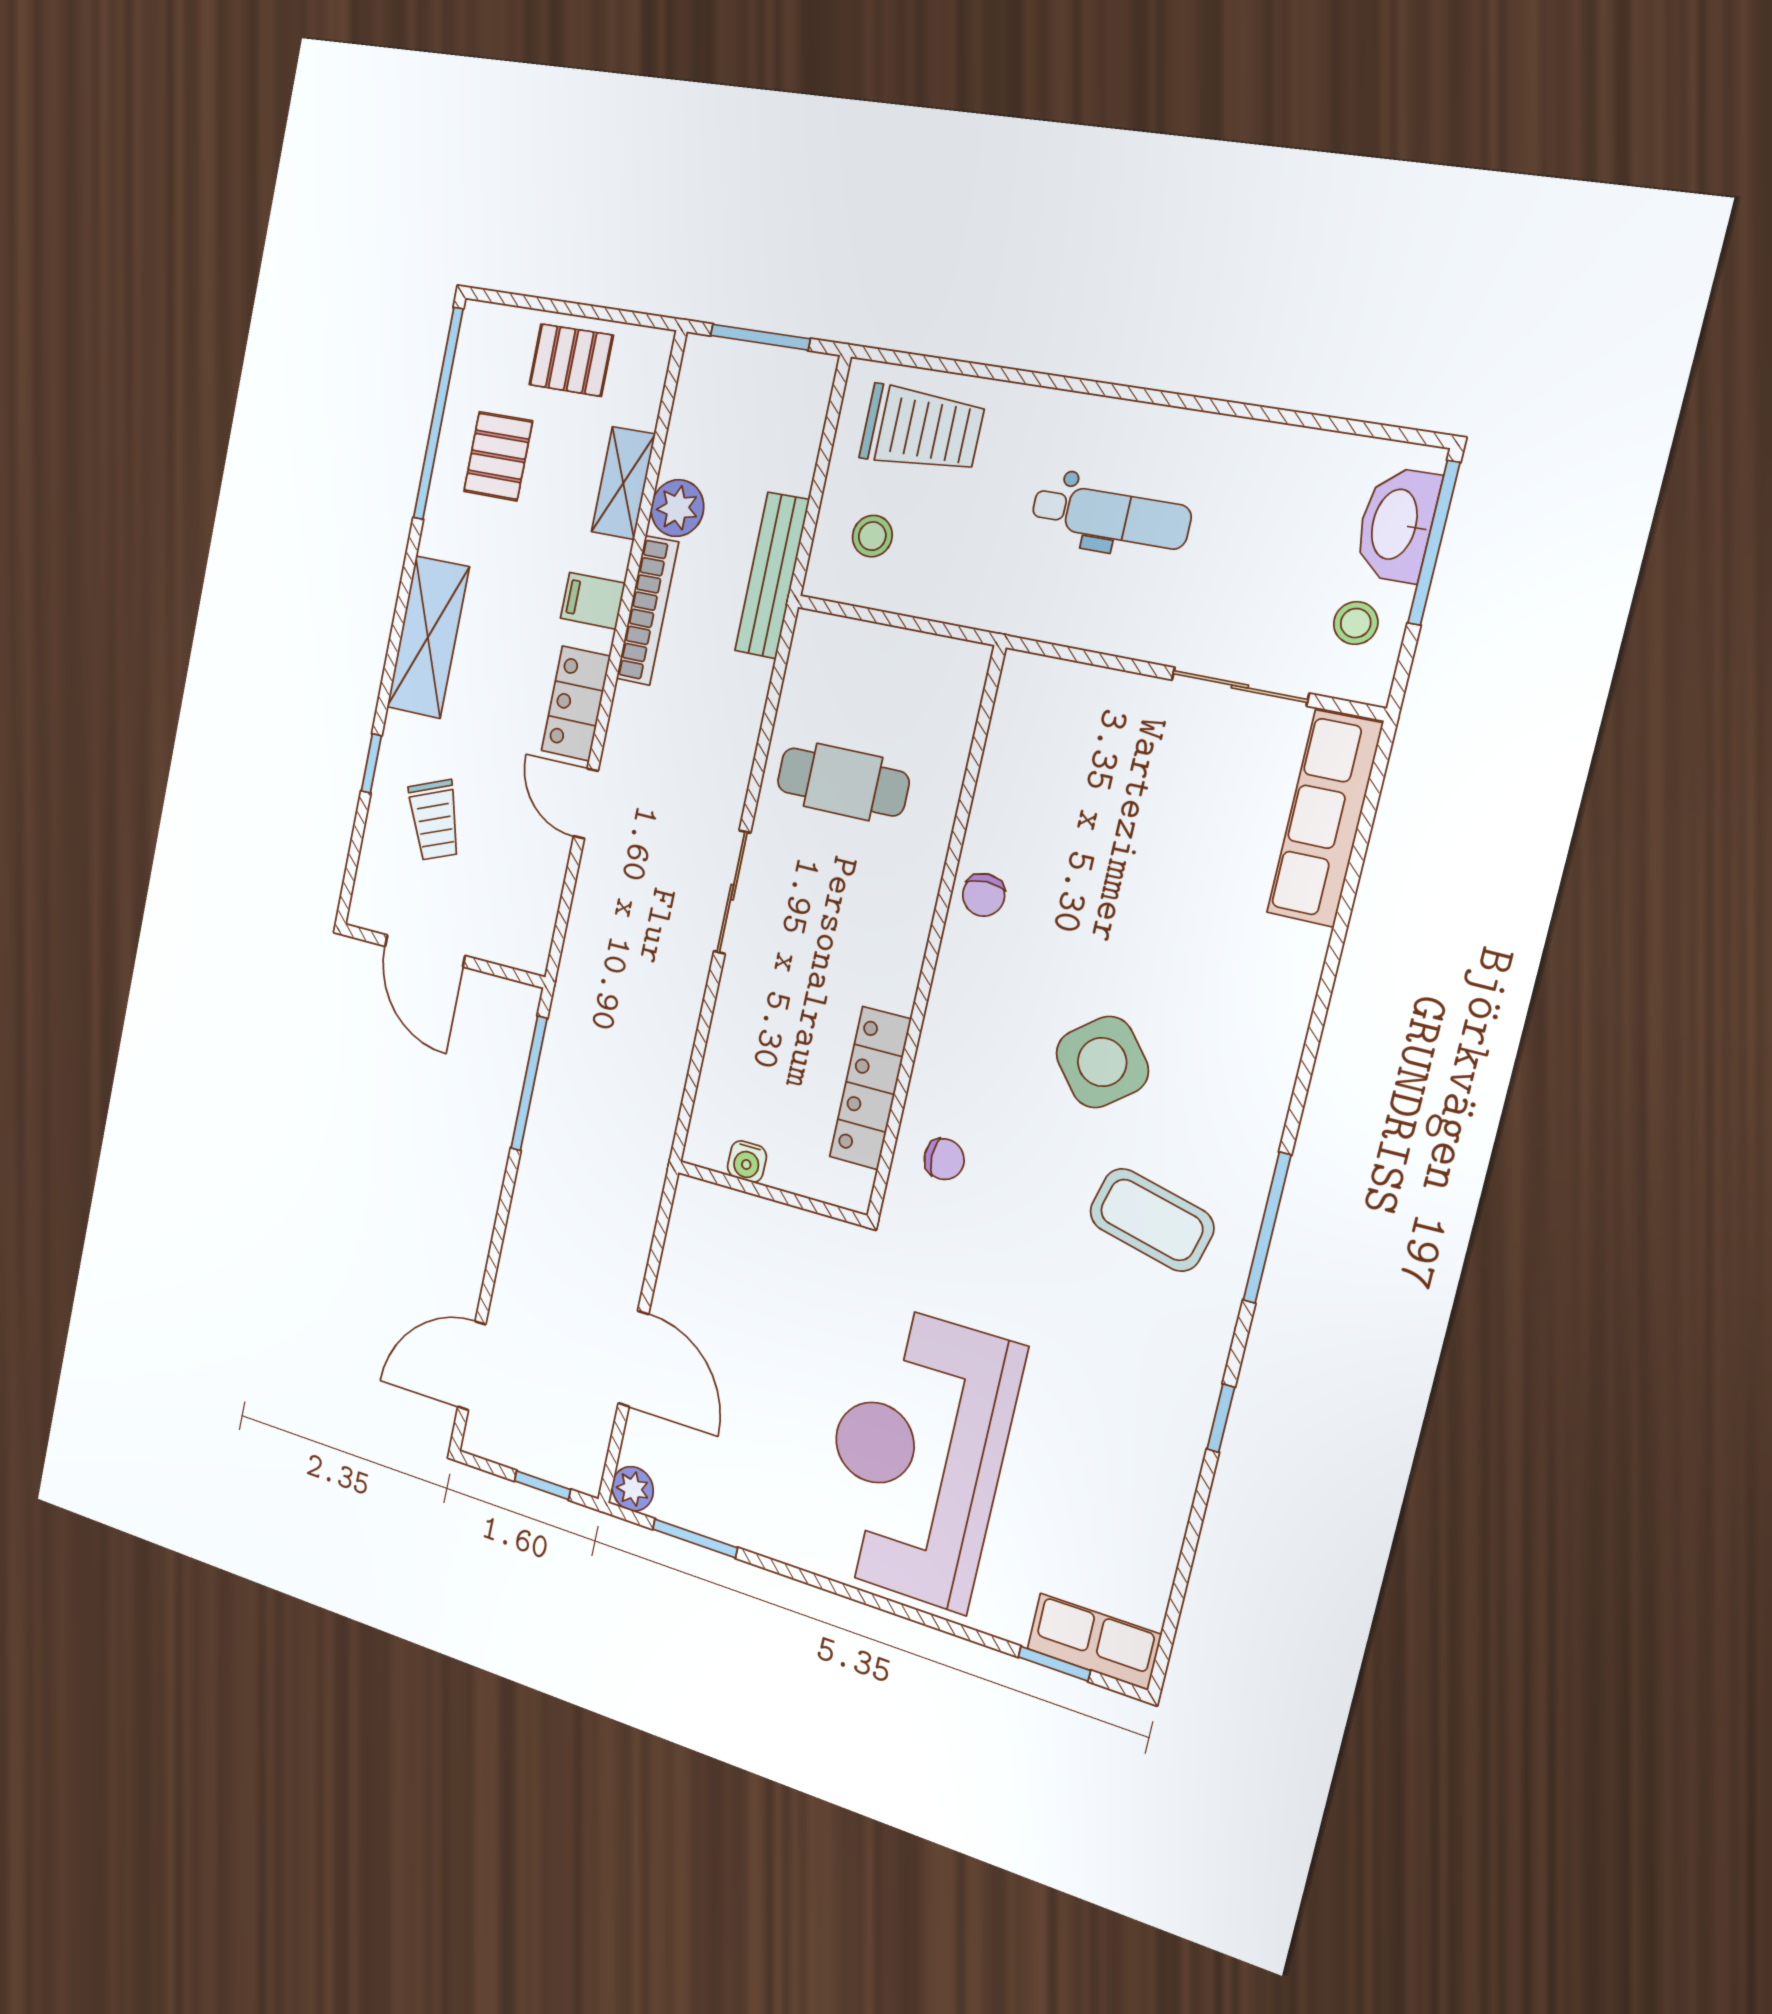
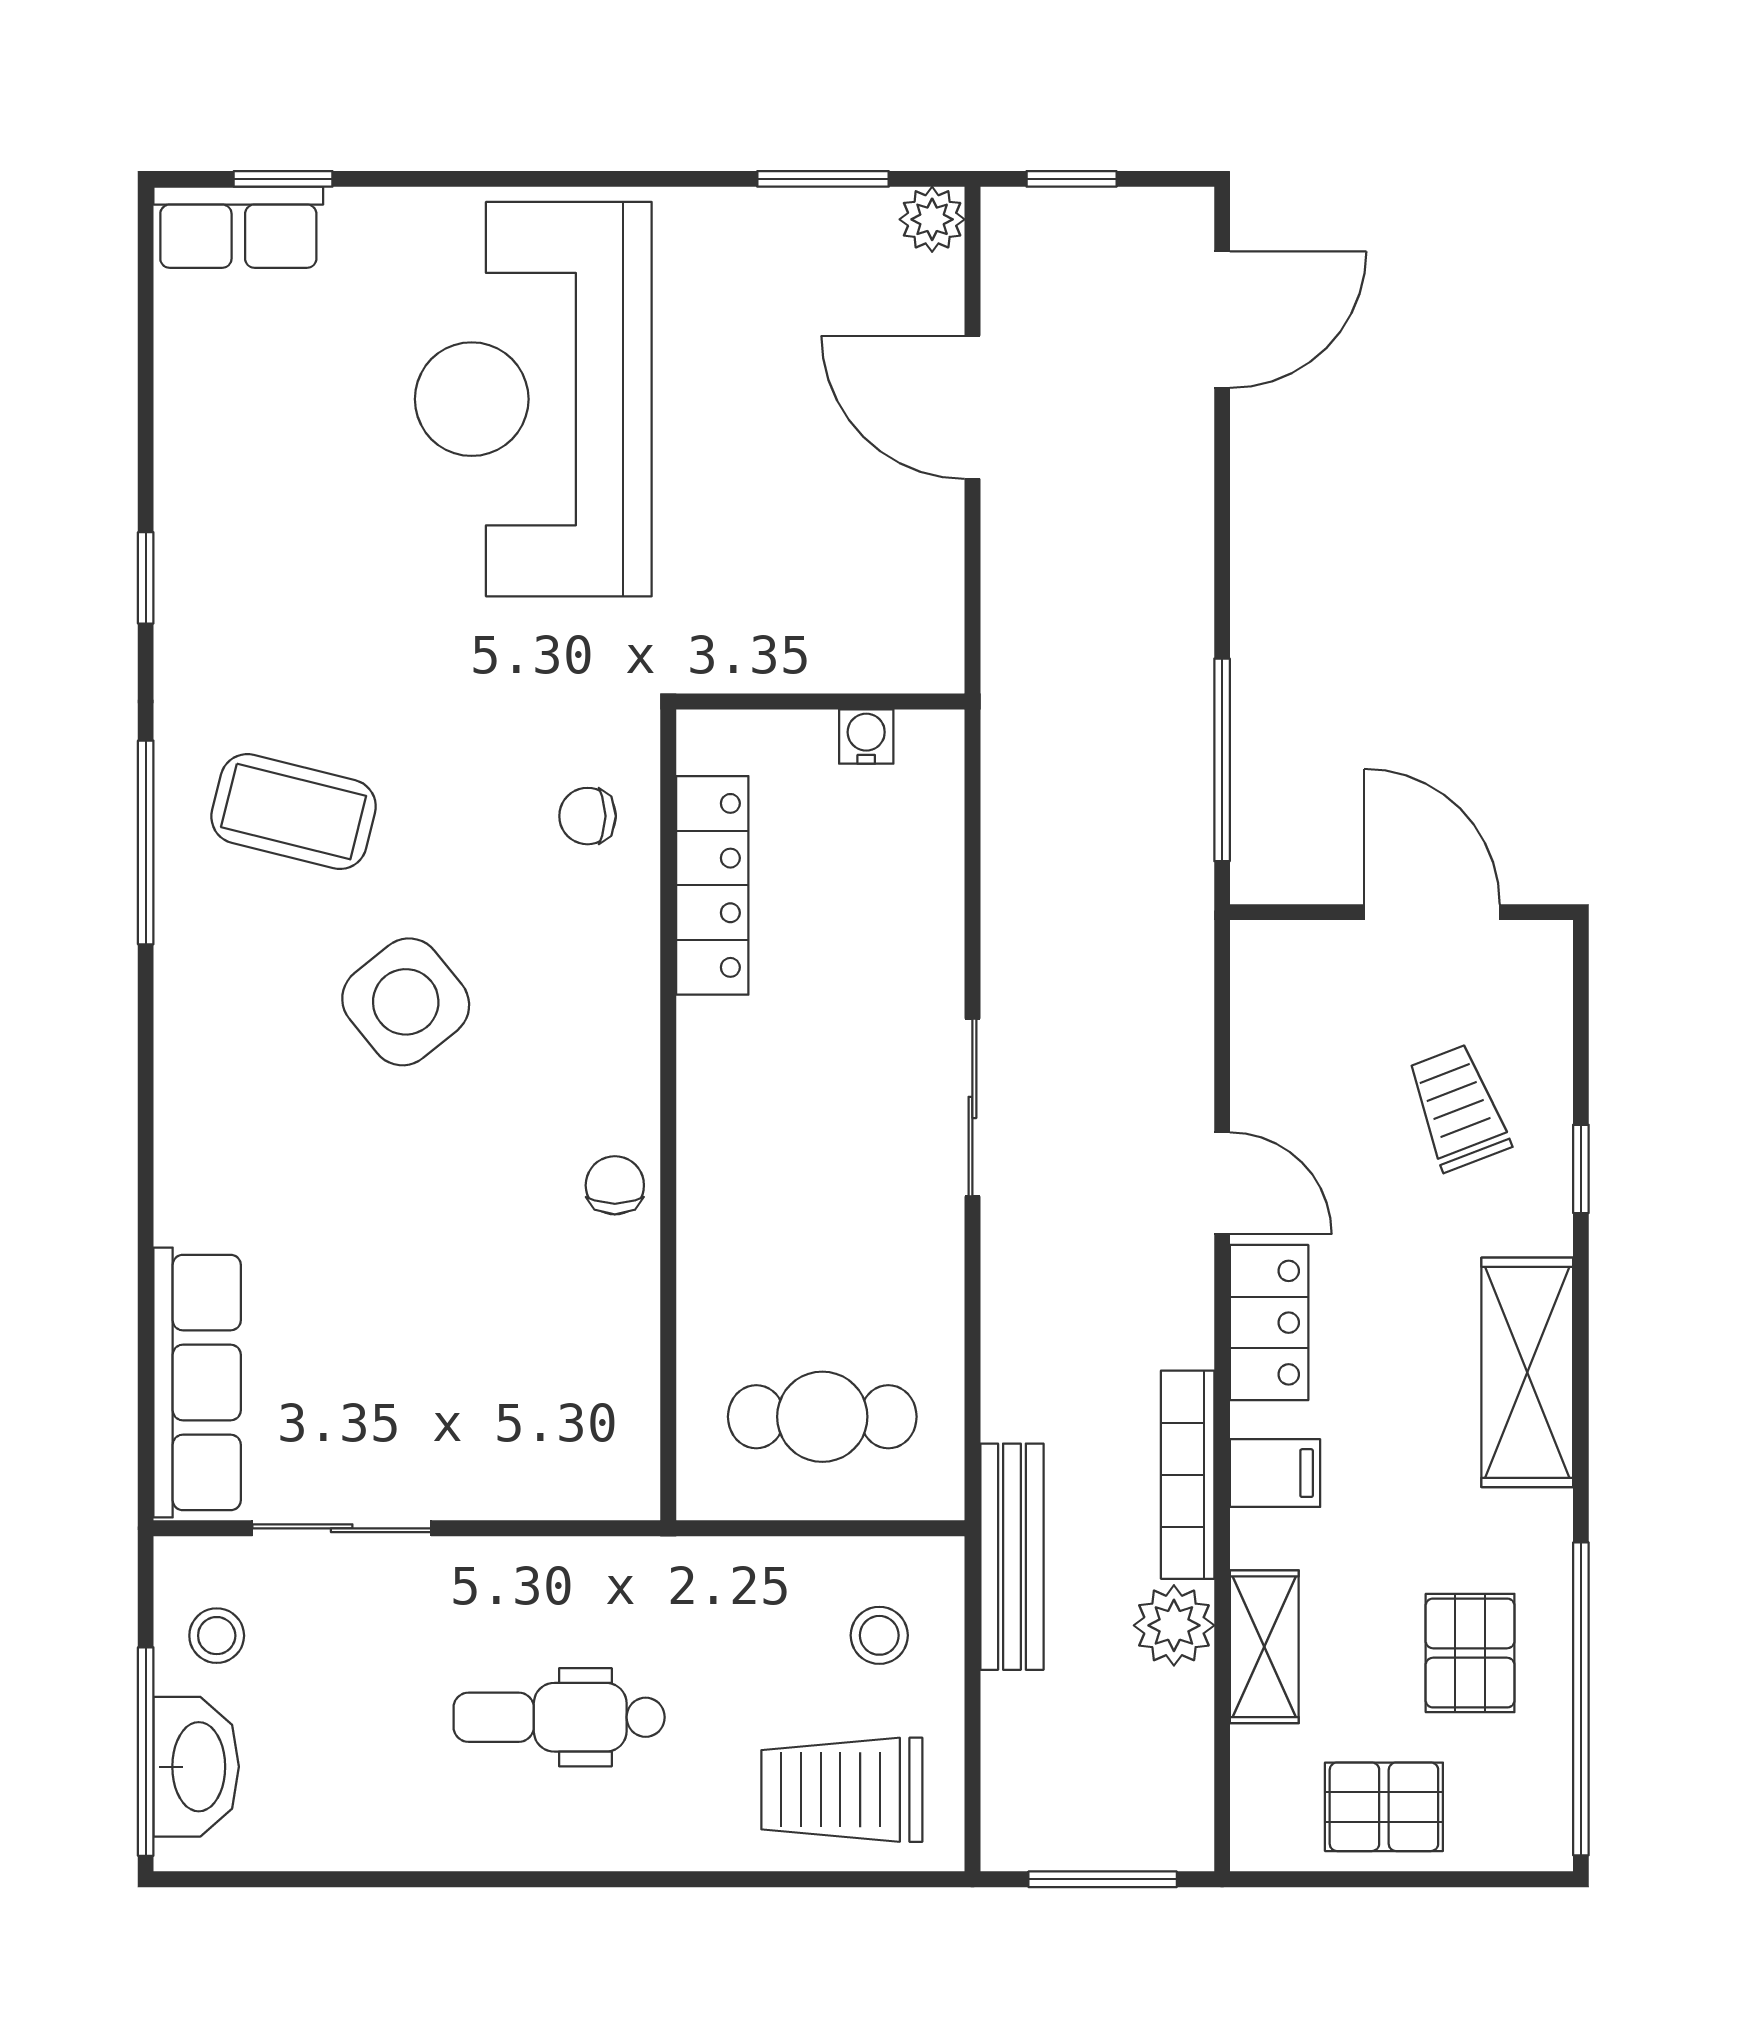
cafe table: (843, 782) -> (822, 1417), moved
reception desk: (916, 1456) -> (533, 399), turned 180

